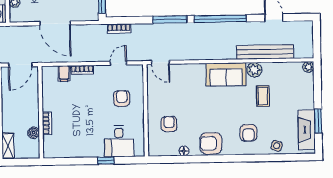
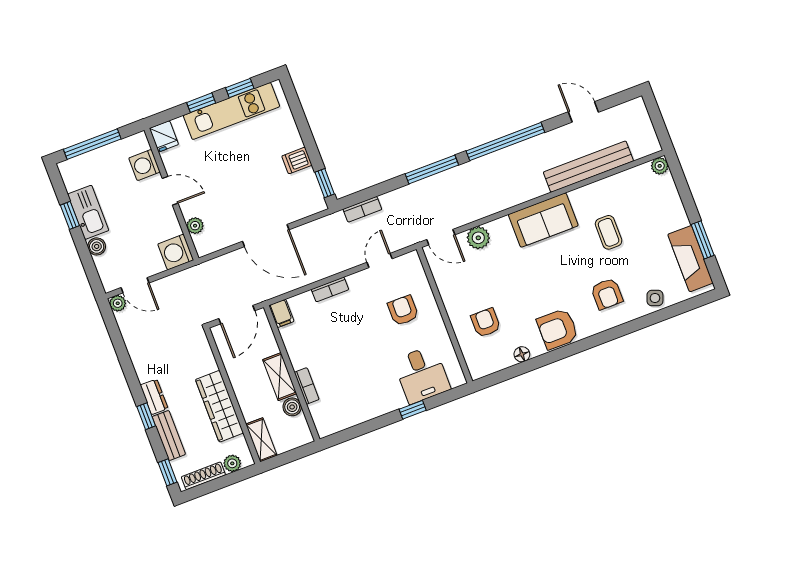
plant: (254, 70) -> (478, 238), moved
filing cabinet: (64, 74) -> (281, 313), moved
shelving: (33, 112) -> (280, 377), added

